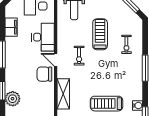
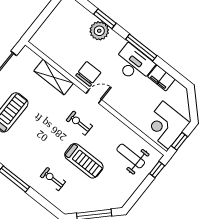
desk: (43, 37) -> (134, 64), moved, turned 180
plant: (13, 99) -> (99, 31), moved

